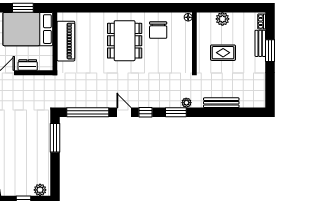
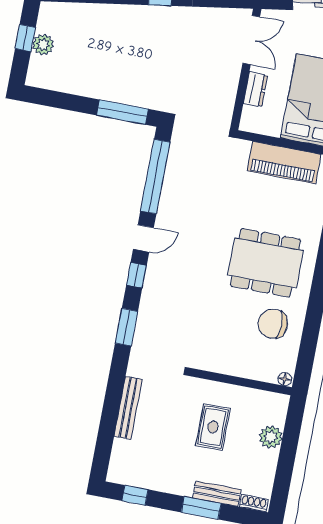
window: (270, 89) -> (135, 495), added
plant: (186, 103) -> (139, 348), removed
plant: (40, 190) -> (43, 45), moved

